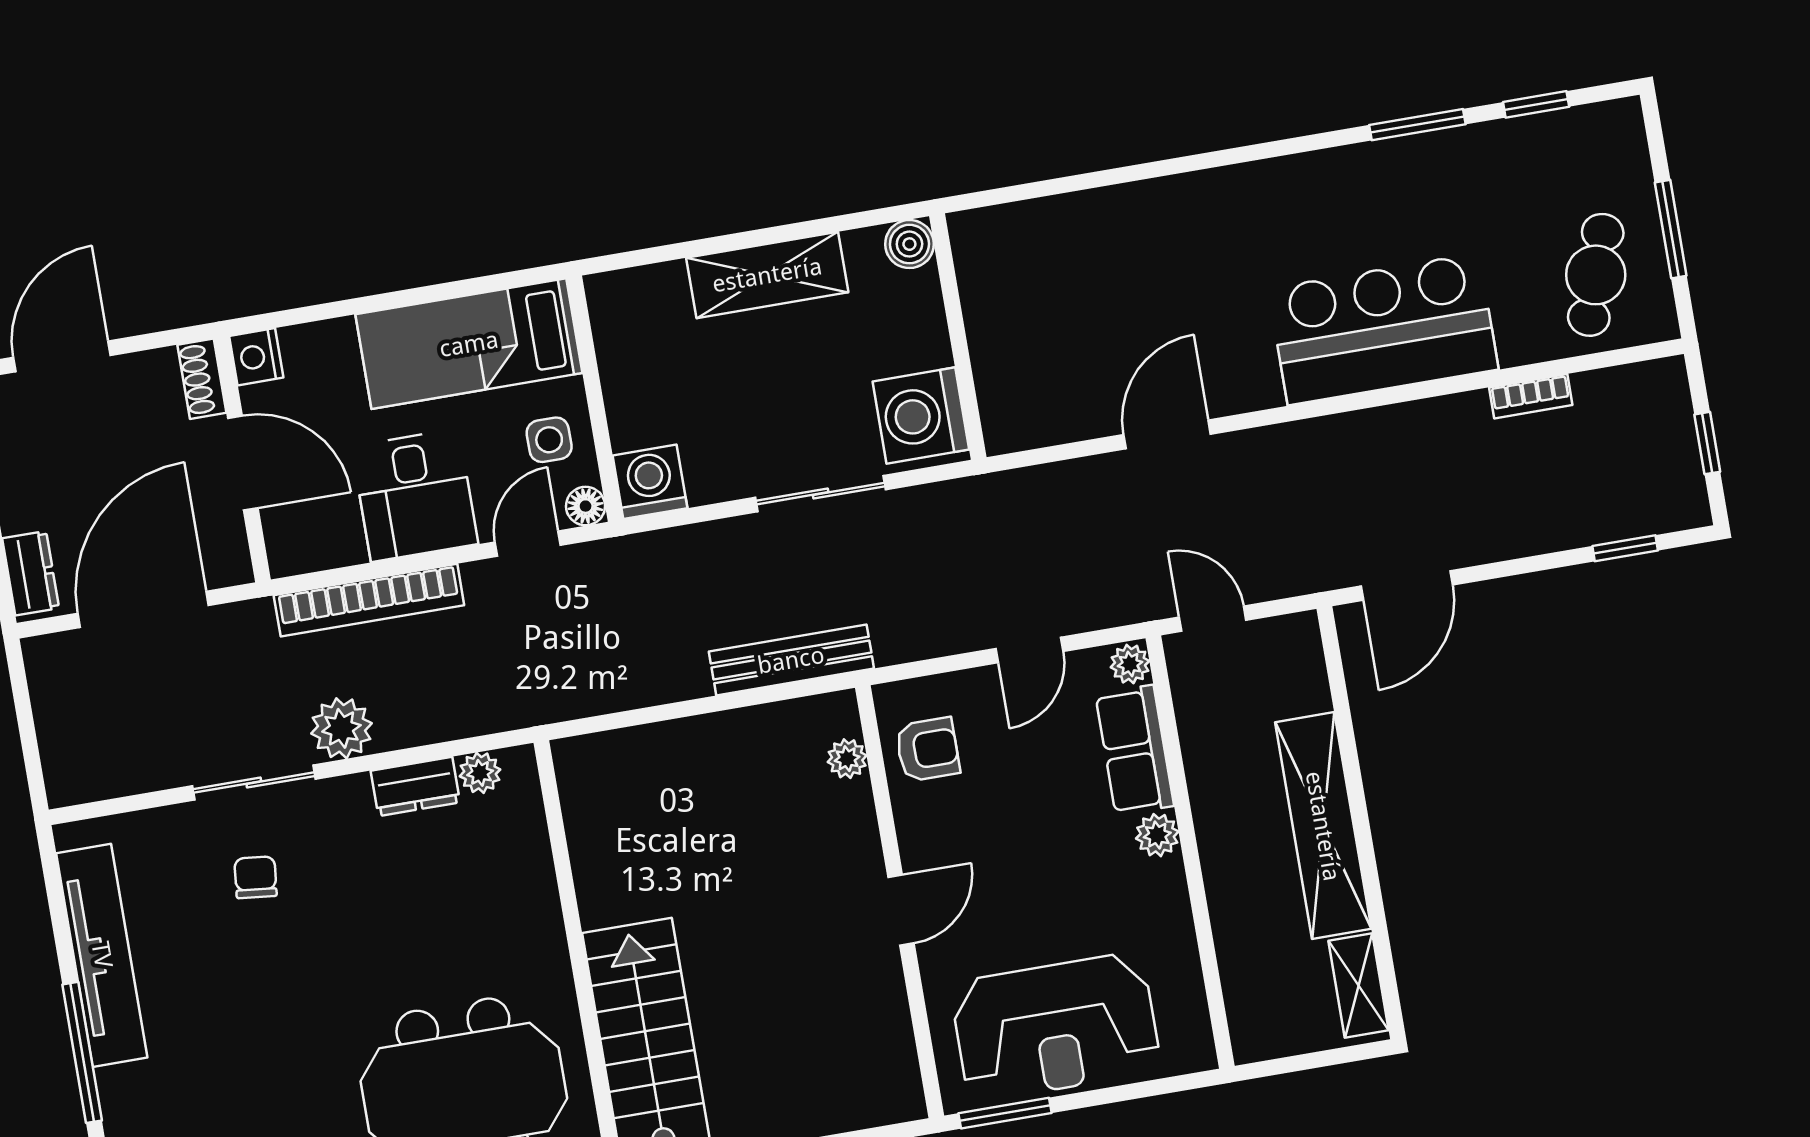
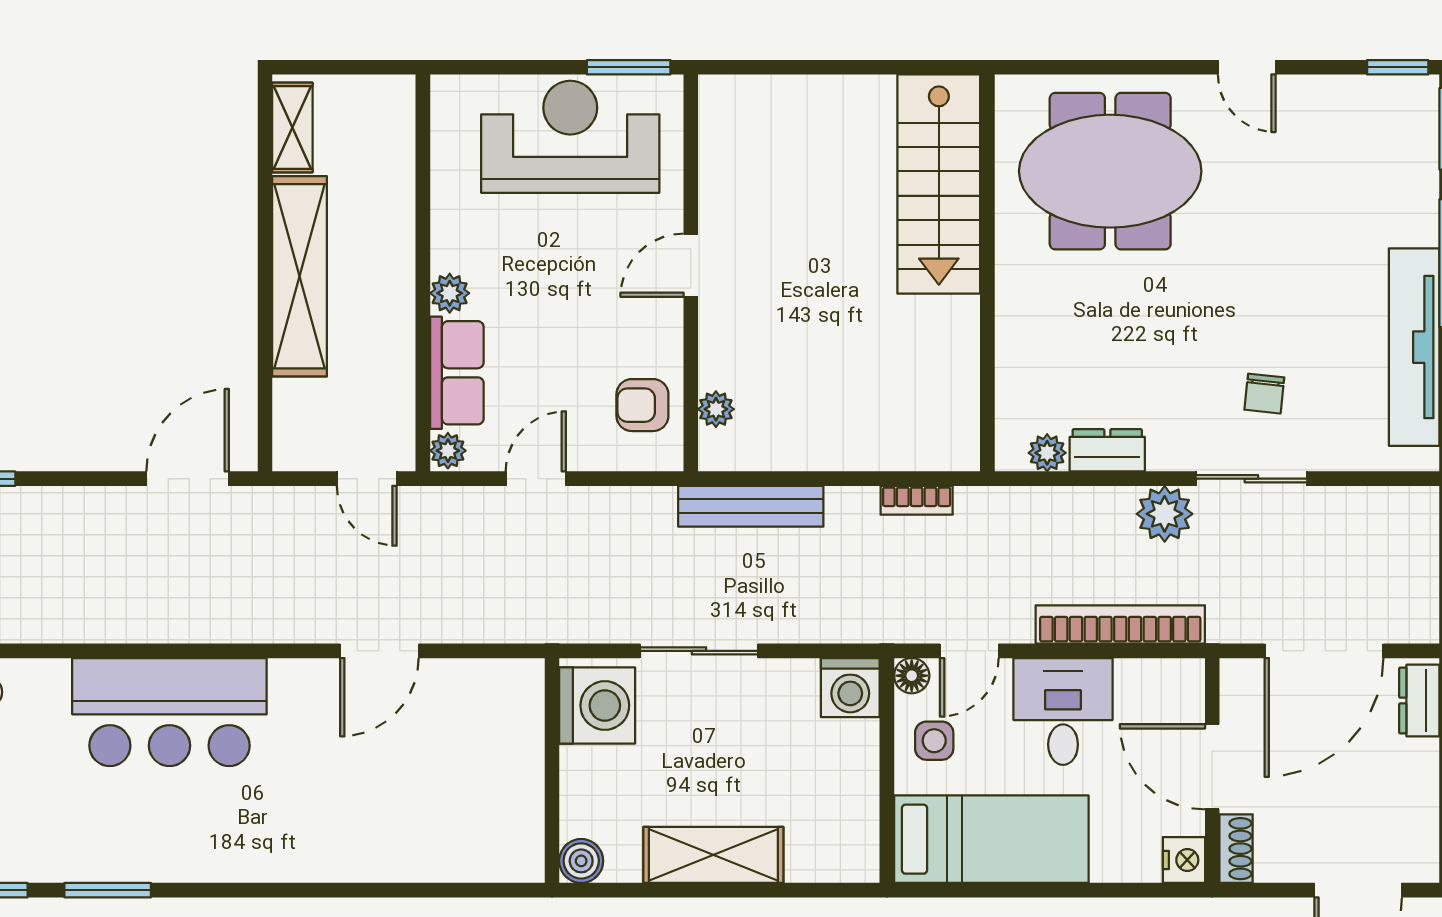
bookcase: (1531, 396) -> (917, 500), moved, turned 180

